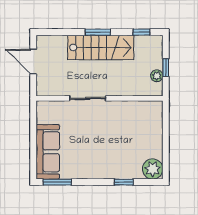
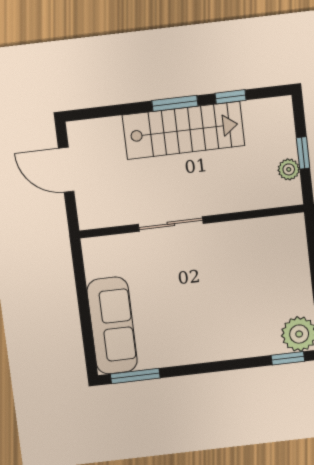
window: (141, 32) -> (231, 97), moved
window: (124, 182) -> (288, 358), moved

